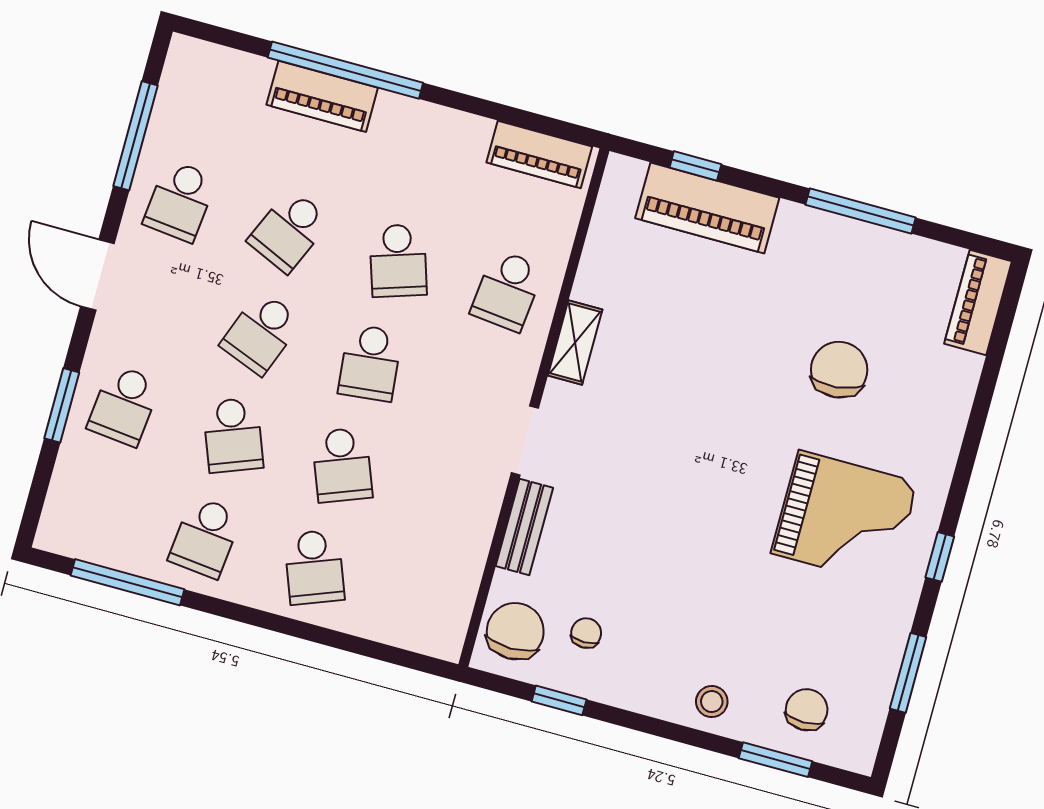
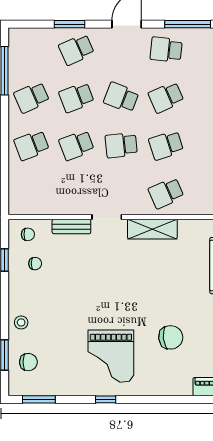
school desk: (289, 231) -> (166, 97), turned -48
school desk: (507, 290) -> (166, 193), turned -30
shelving: (575, 342) -> (152, 229), width x1.50, depth x1.33
school desk: (124, 405) -> (76, 50), turned -30
school desk: (205, 537) -> (32, 97), turned -30
chair: (515, 631) -> (28, 234), width x0.54, depth x0.54
window: (908, 673) -> (39, 399), moved

